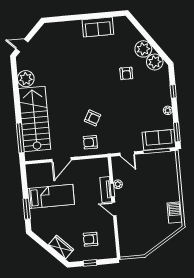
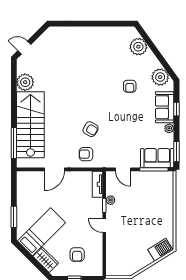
sofa: (98, 27) -> (165, 107), moved, turned 90
plant: (143, 49) -> (138, 47), moved
tv unit: (106, 190) -> (97, 184), moved
bed: (51, 196) -> (42, 232), moved, turned -45
barbecue: (175, 212) -> (160, 250), moved, turned 58
armchair: (91, 239) -> (77, 255), turned -90

